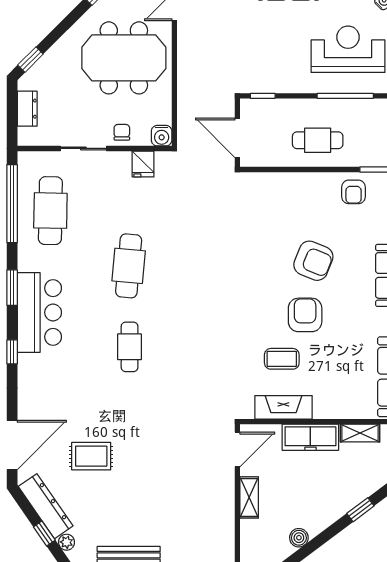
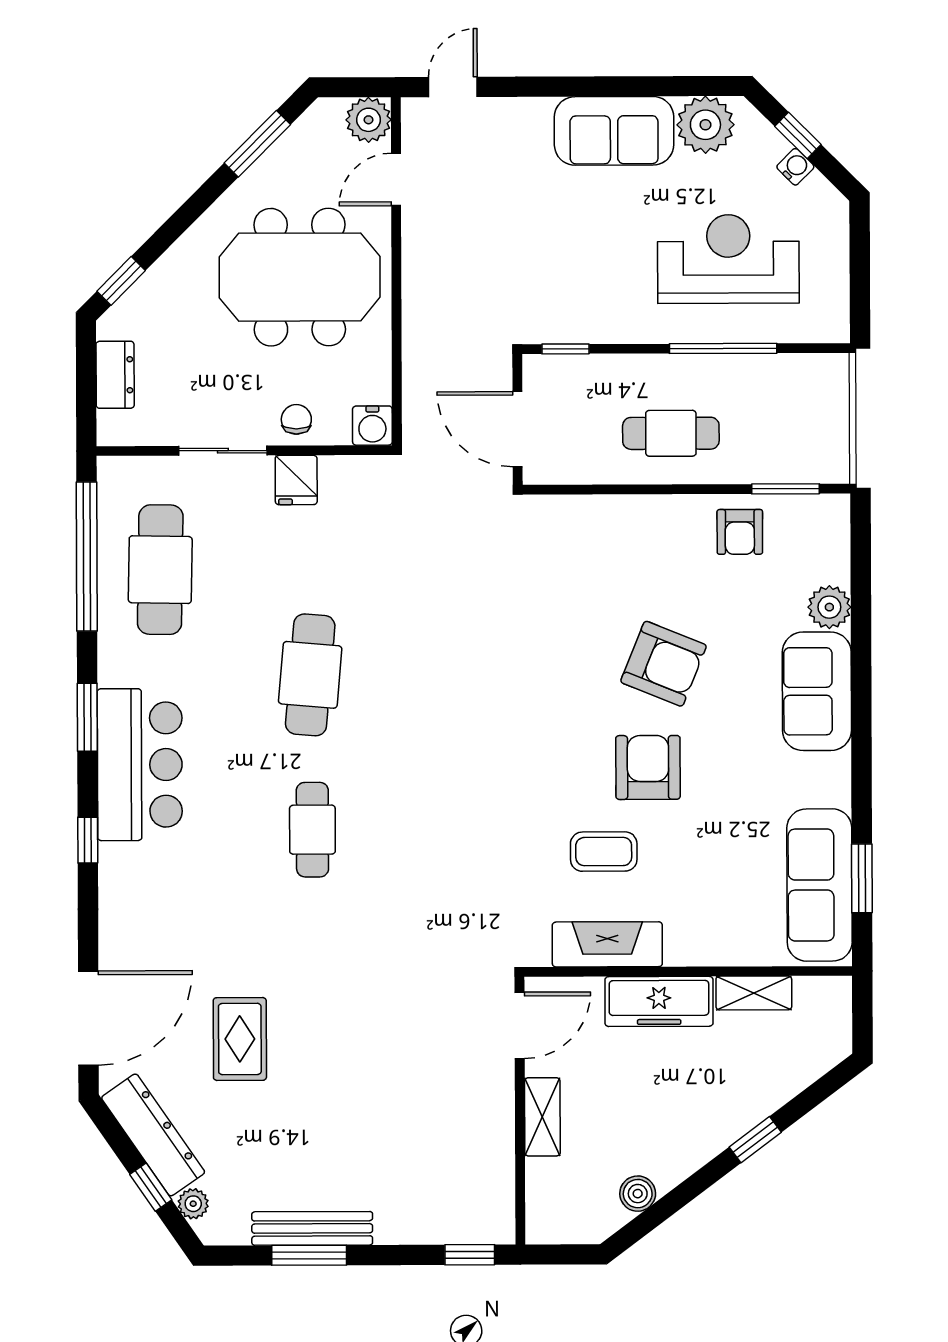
fridge: (143, 164) -> (296, 480), moved
rug: (91, 456) -> (240, 1039), turned 90

